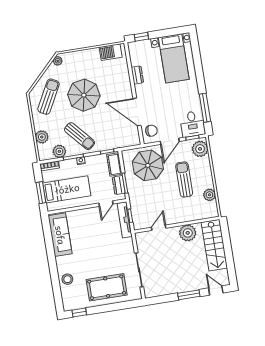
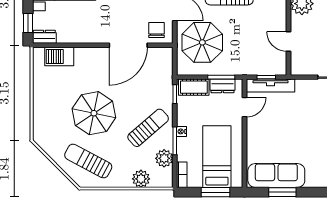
barbecue: (111, 52) -> (59, 57), moved, turned 90
plant: (58, 61) -> (42, 141), removed
dresser: (137, 75) -> (44, 37), moved
door: (106, 204) -> (245, 107), hinge flipped
window: (49, 241) -> (282, 192), added

